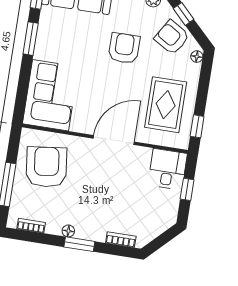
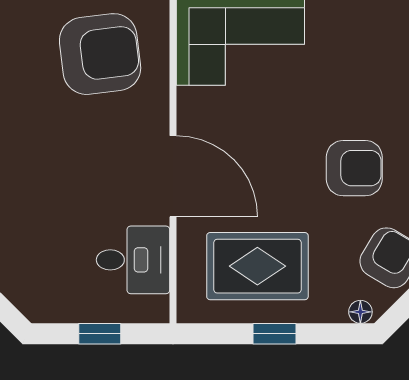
window: (197, 126) -> (274, 334), moved
desk: (168, 169) -> (133, 260), moved

